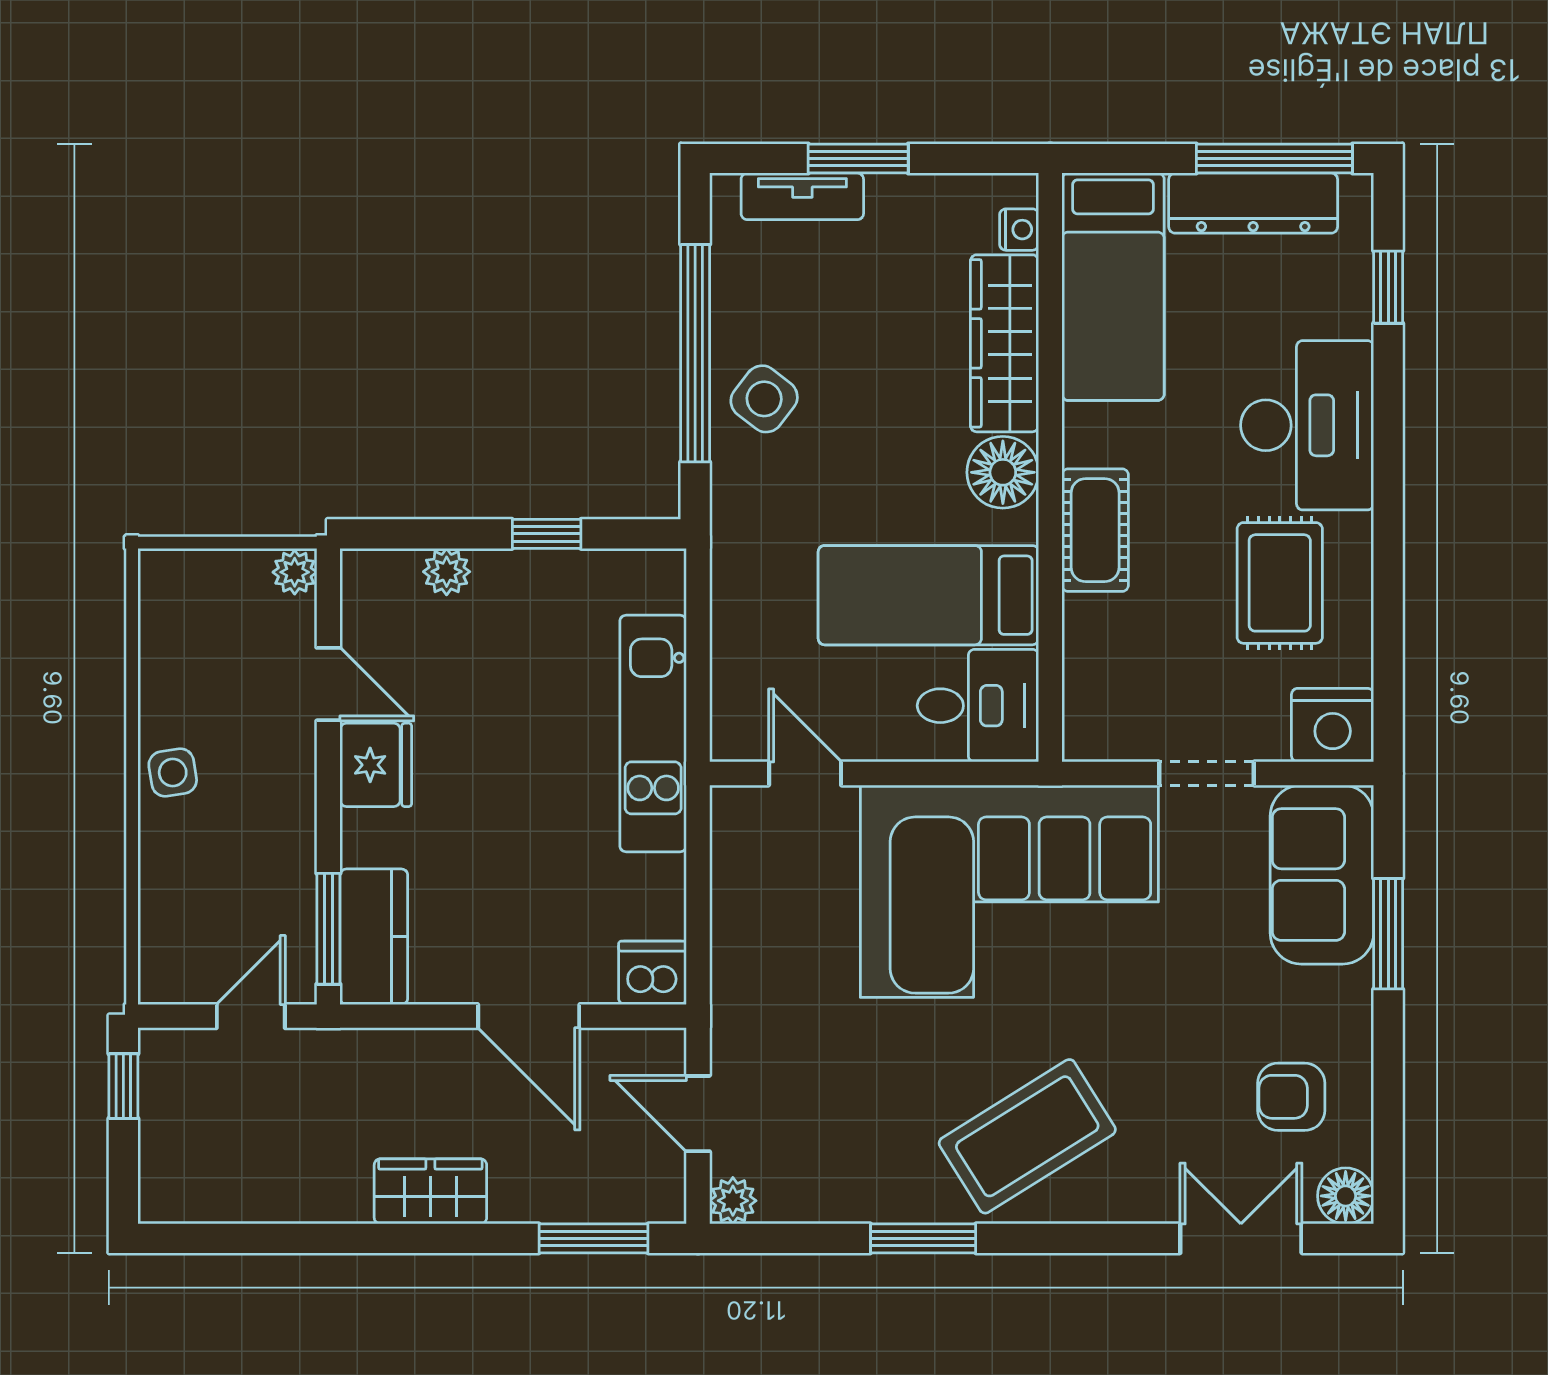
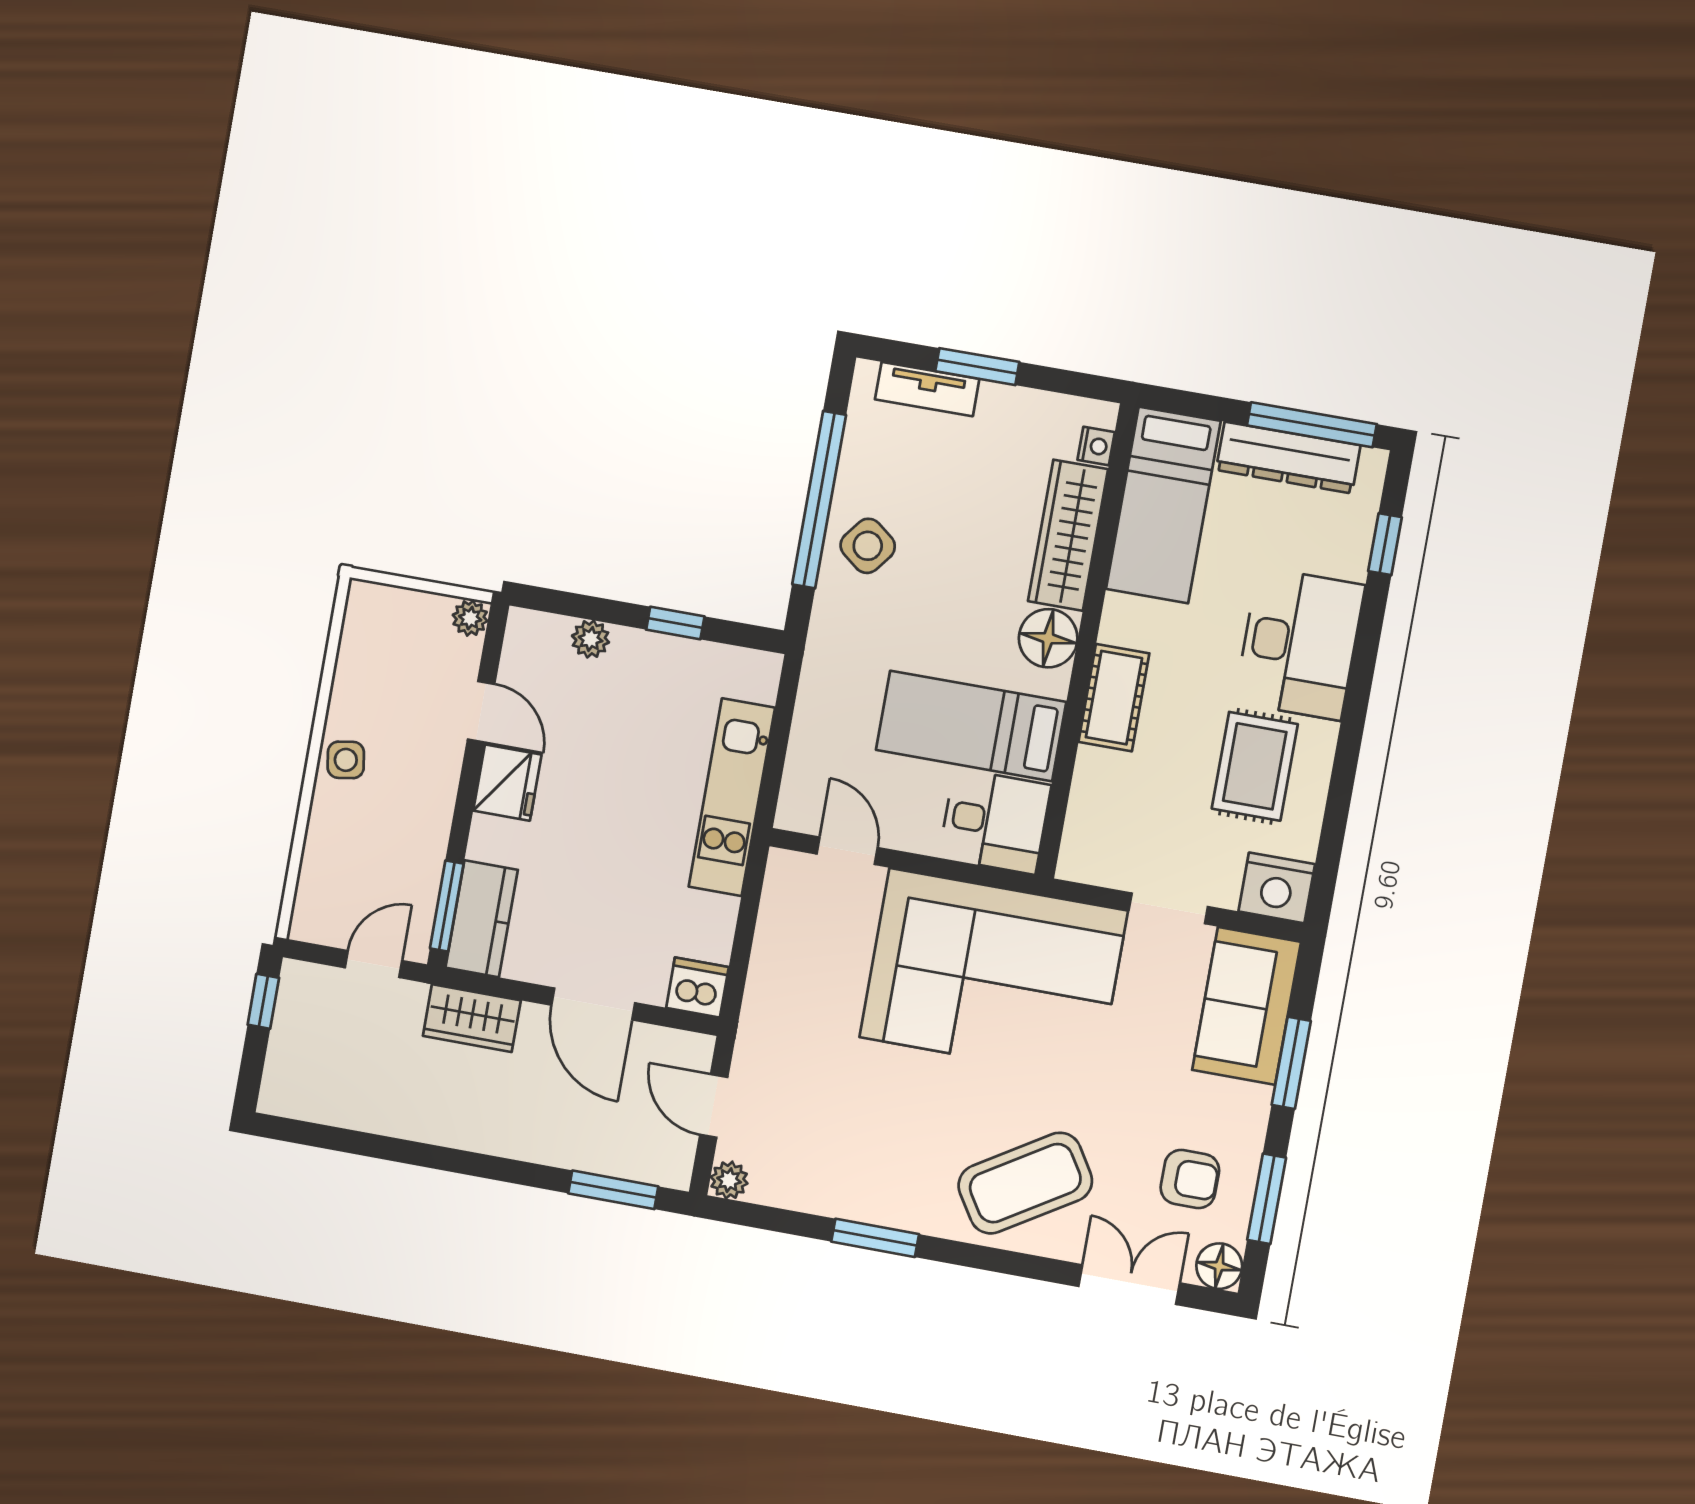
armchair: (1291, 1097) -> (1190, 1179), turned 180
window: (1388, 1104) -> (1267, 1199), added
coffee table: (1027, 1136) -> (1025, 1183), moved
wardrobe: (430, 1191) -> (472, 1018), moved, turned 180

